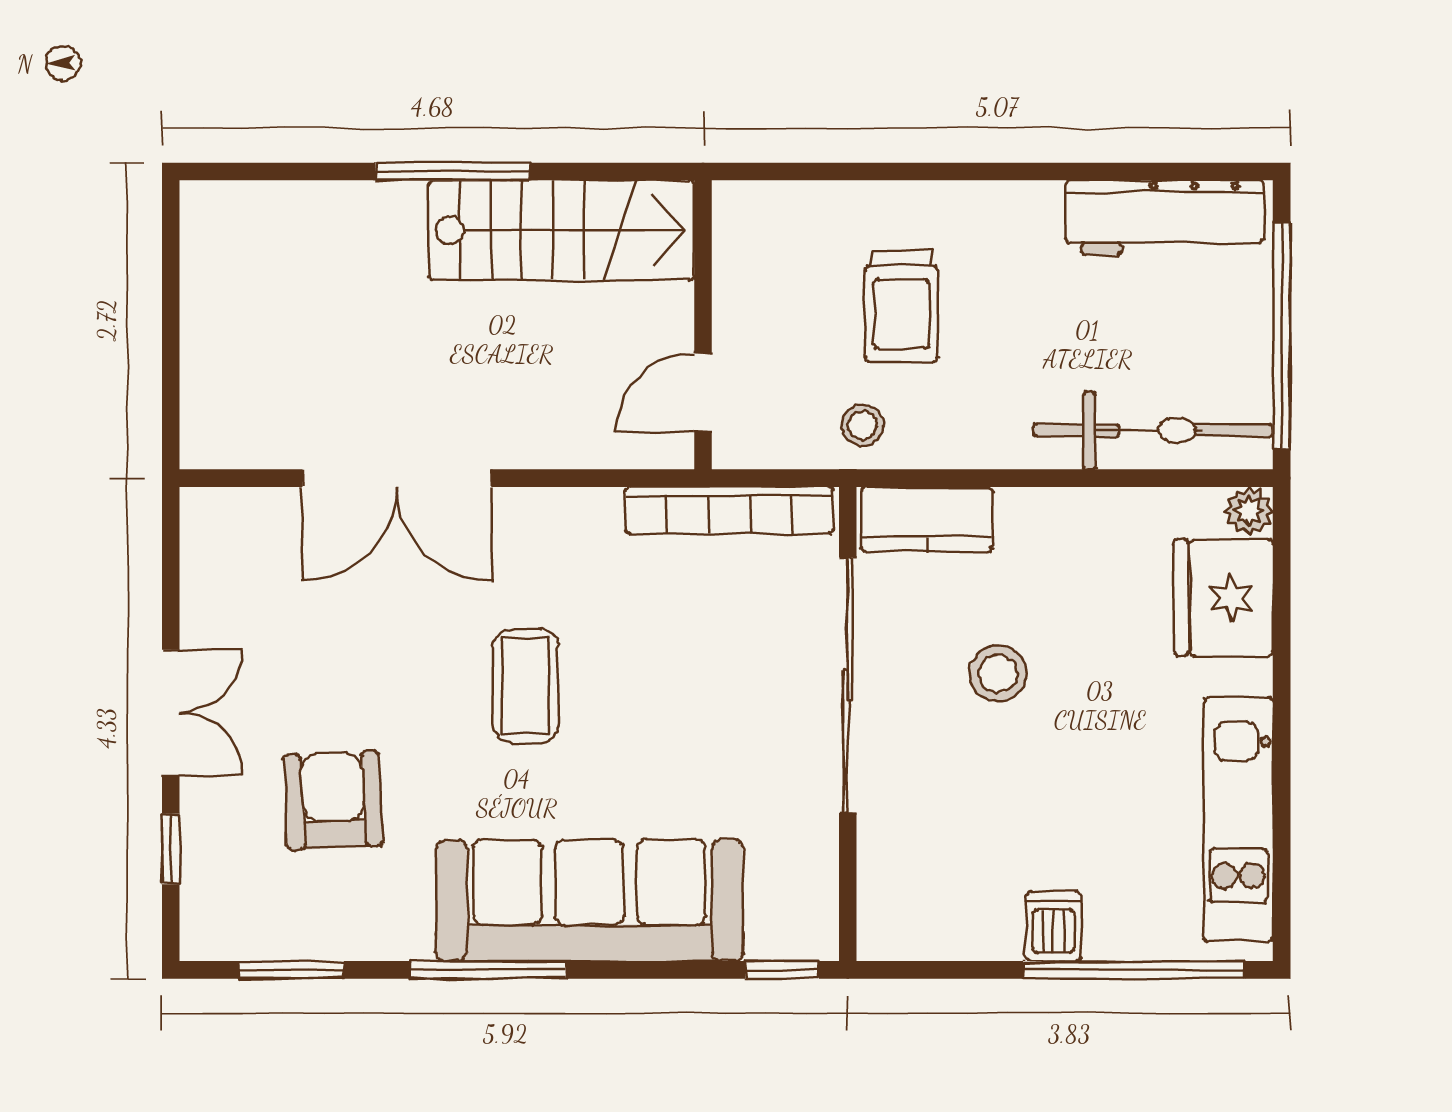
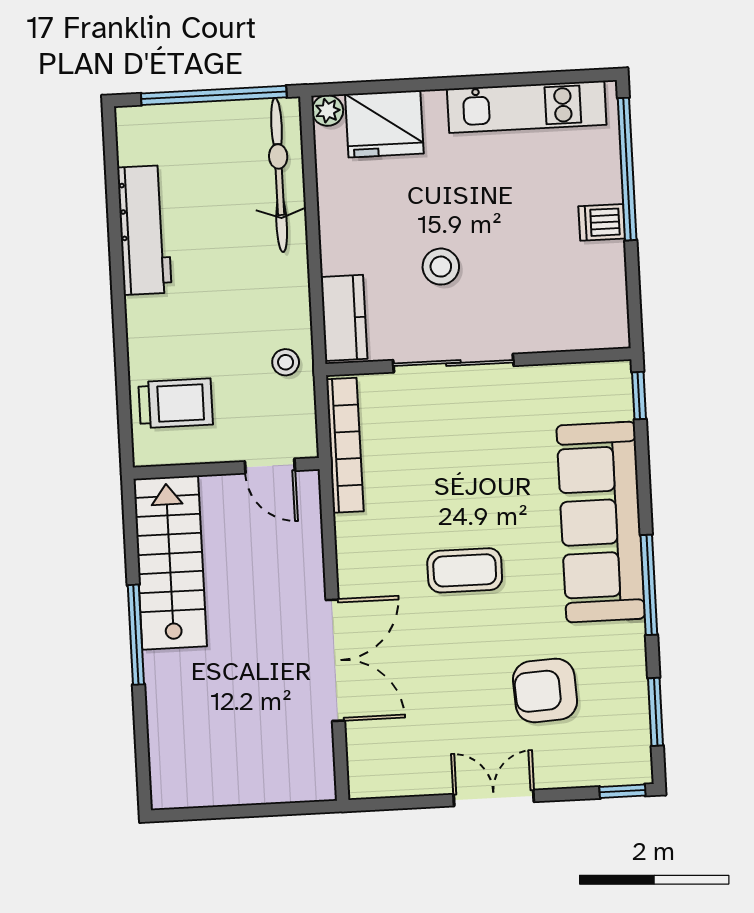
workbench: (1165, 217) -> (144, 230), moved
trolley: (901, 306) -> (176, 403), moved
sliding door: (848, 685) -> (453, 363), width x0.73
window: (171, 849) -> (622, 791), moved

